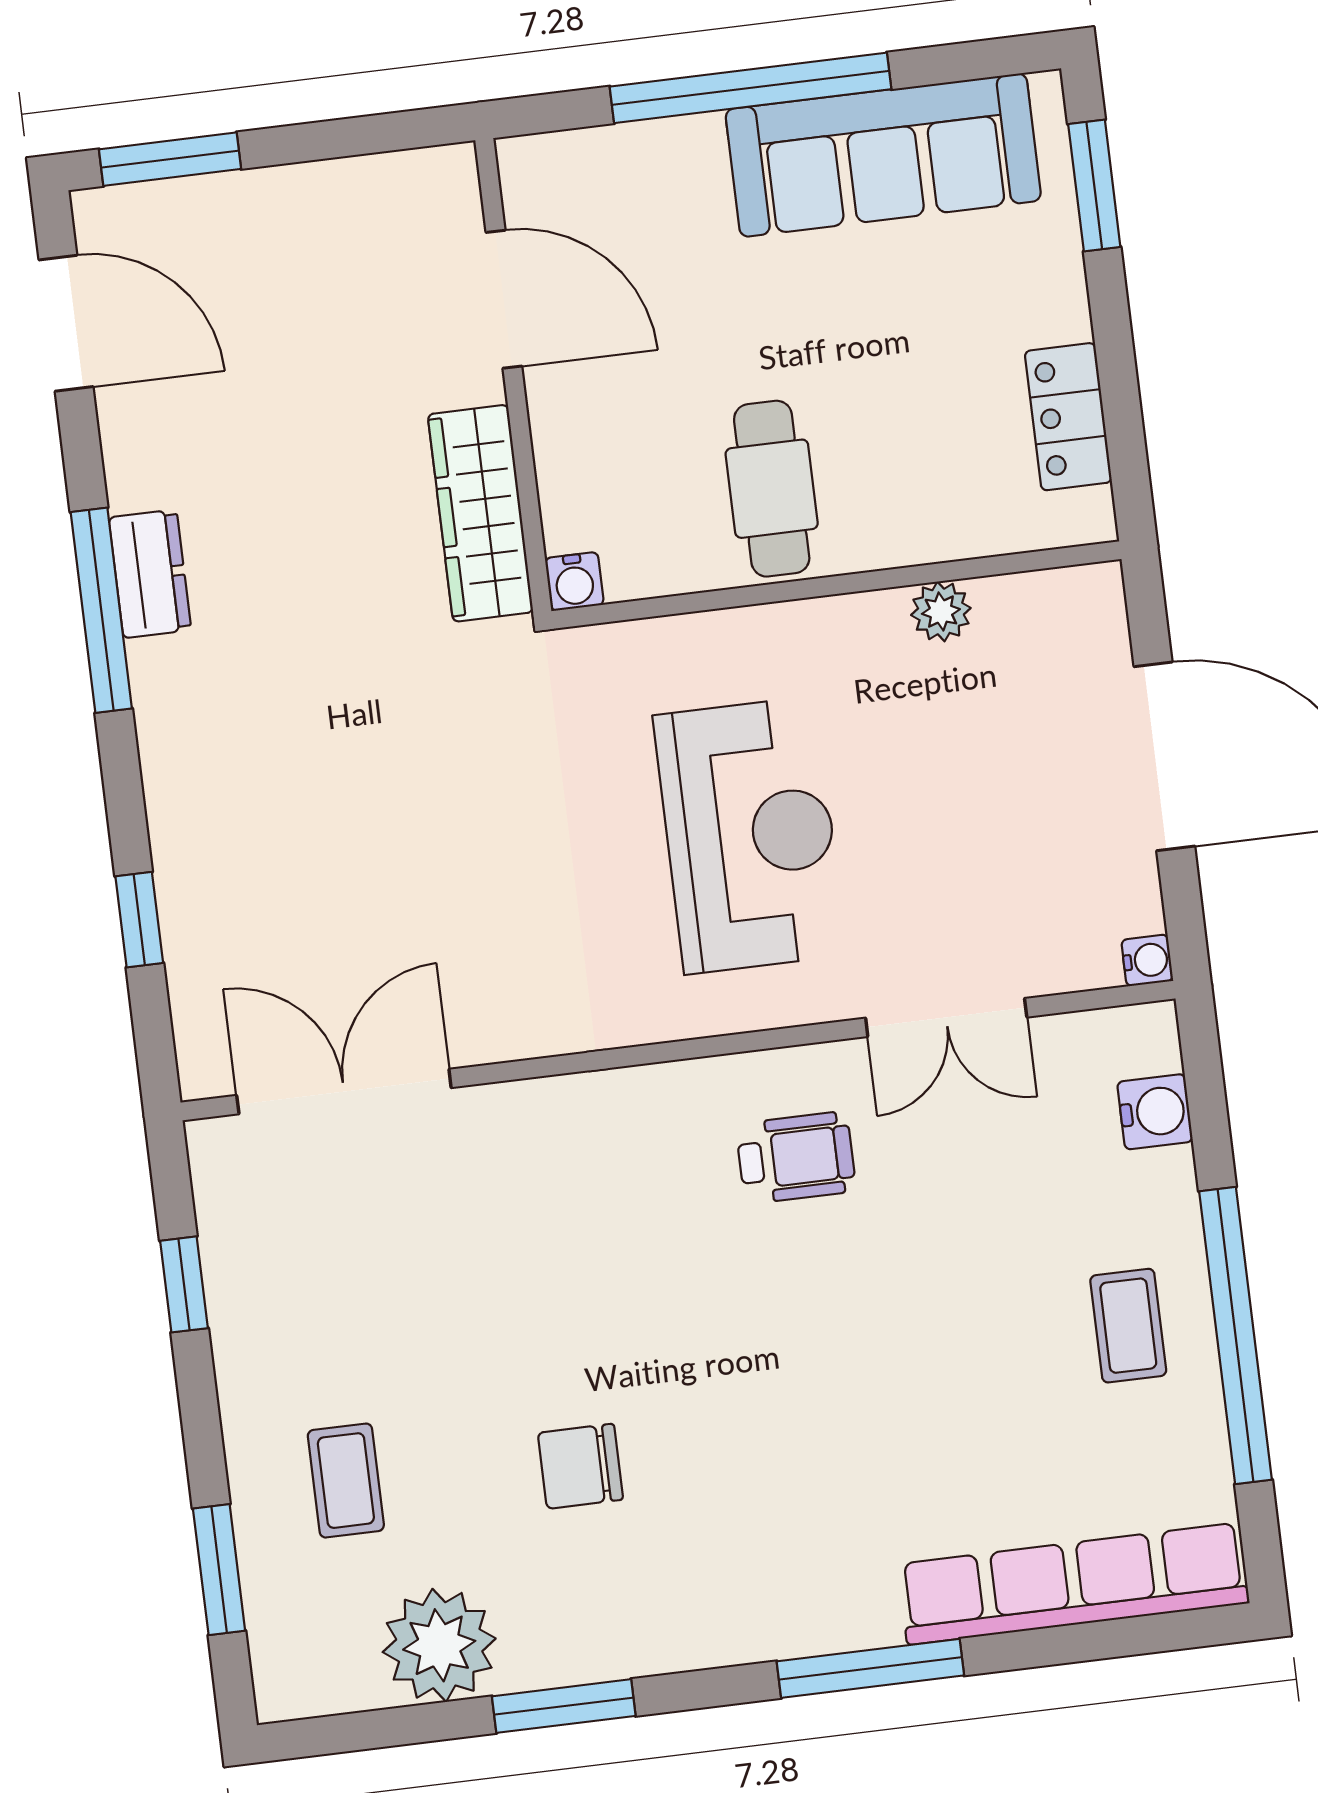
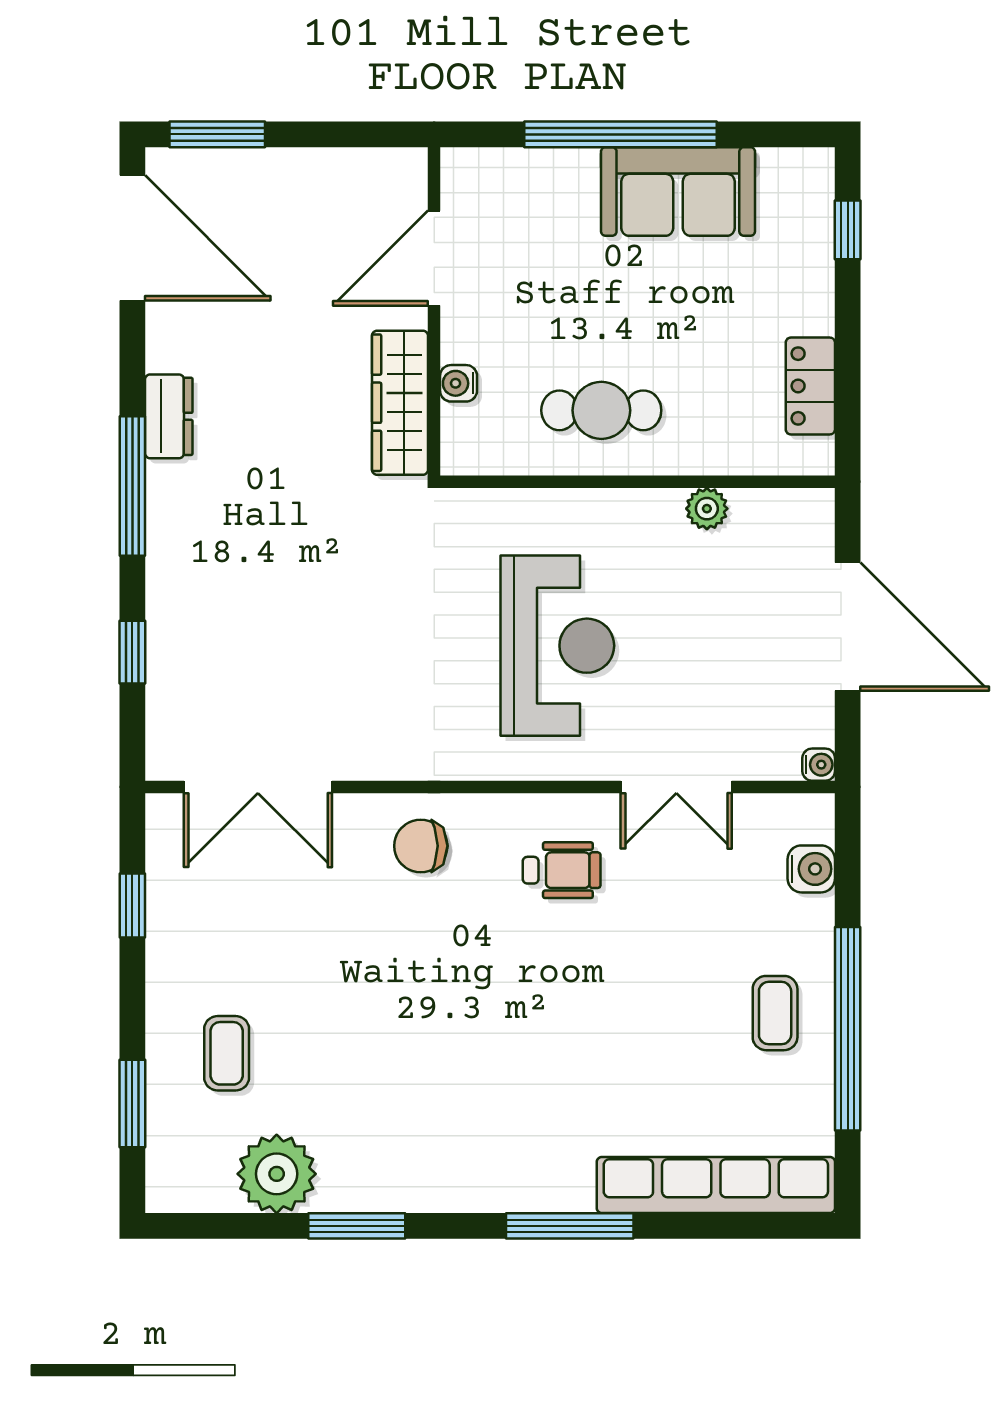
sofa: (883, 155) -> (678, 191), width x0.73
window: (1094, 185) -> (848, 230), width x0.67
door: (504, 299) -> (434, 258), swing flipped
door: (66, 323) -> (132, 238), width x1.36
cafe table: (772, 489) -> (601, 410), turned 90
water cooler: (574, 581) -> (459, 383), moved, turned 90
window: (101, 610) -> (132, 486), moved
double door: (344, 1092) -> (258, 787), swing flipped
chair: (580, 1466) -> (421, 846), moved

